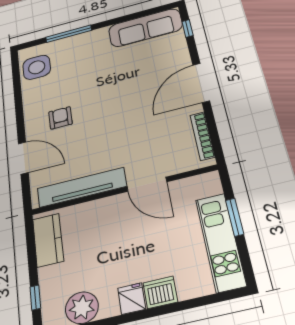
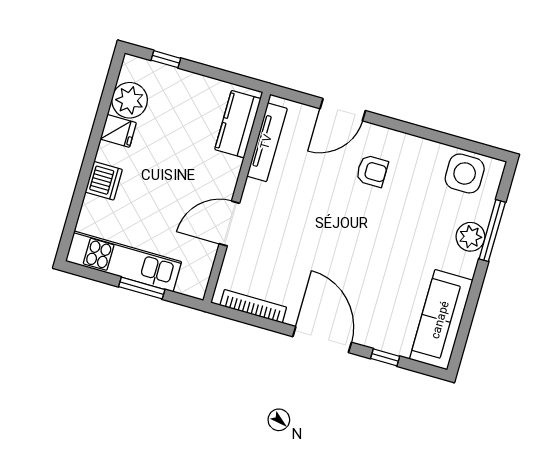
window: (187, 28) -> (385, 357), moved
plant: (79, 42) -> (470, 237), added
tv unit: (82, 187) -> (267, 142), width x0.73, depth x0.78
kitchen counter: (48, 240) -> (238, 124), moved, turned 90
fridge: (132, 299) -> (118, 131), moved

